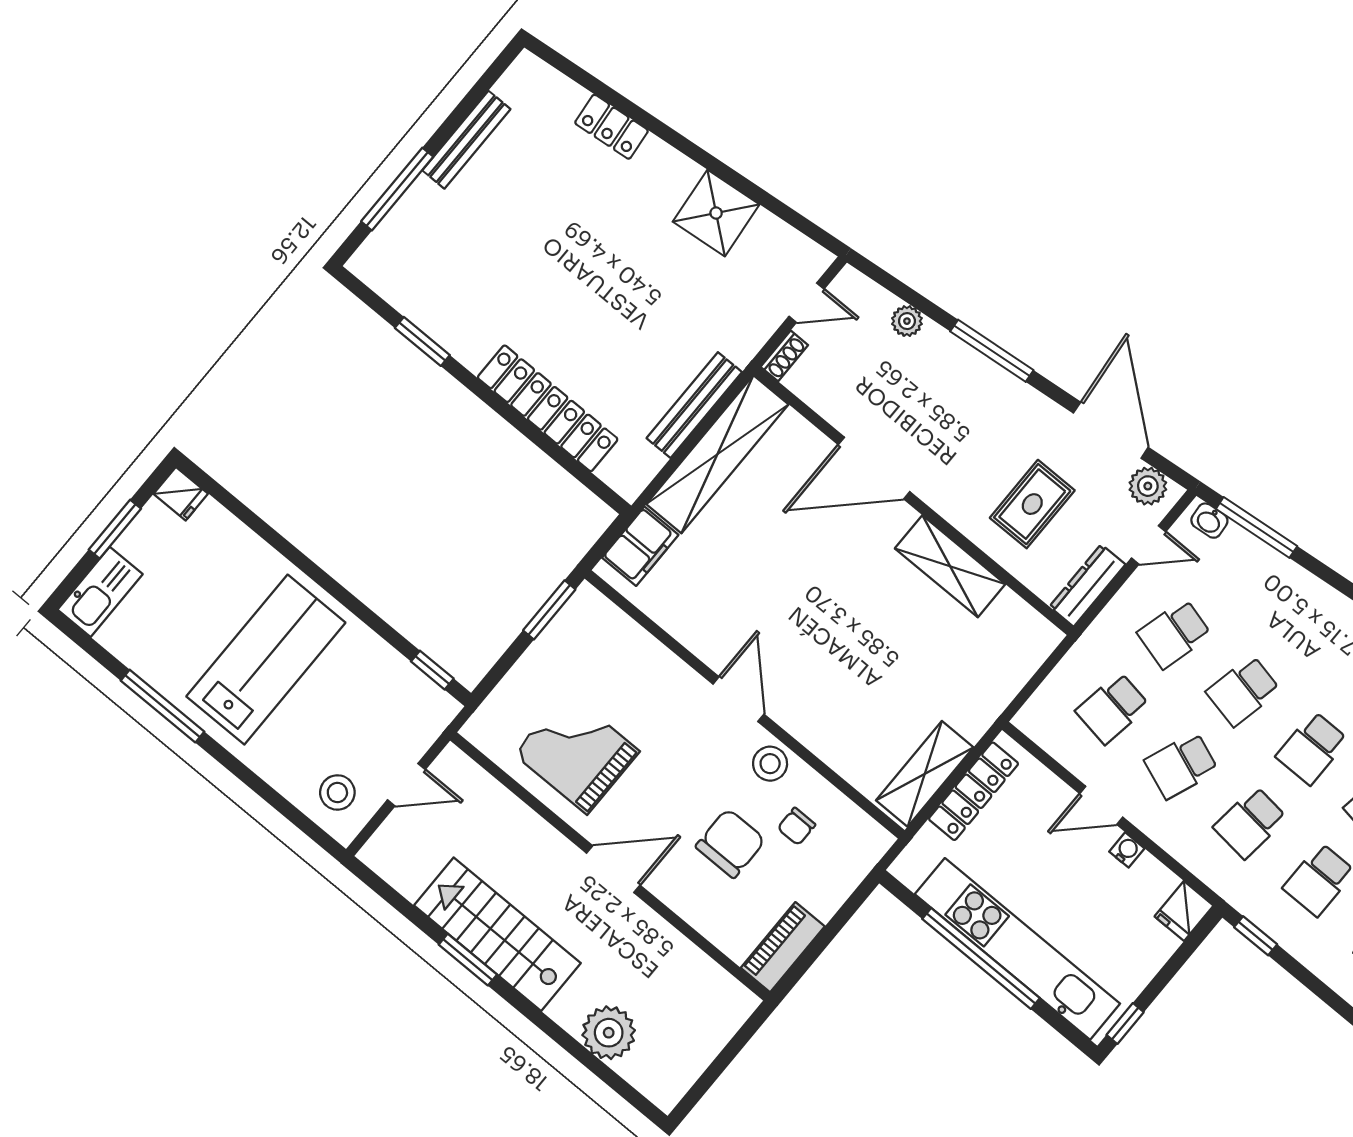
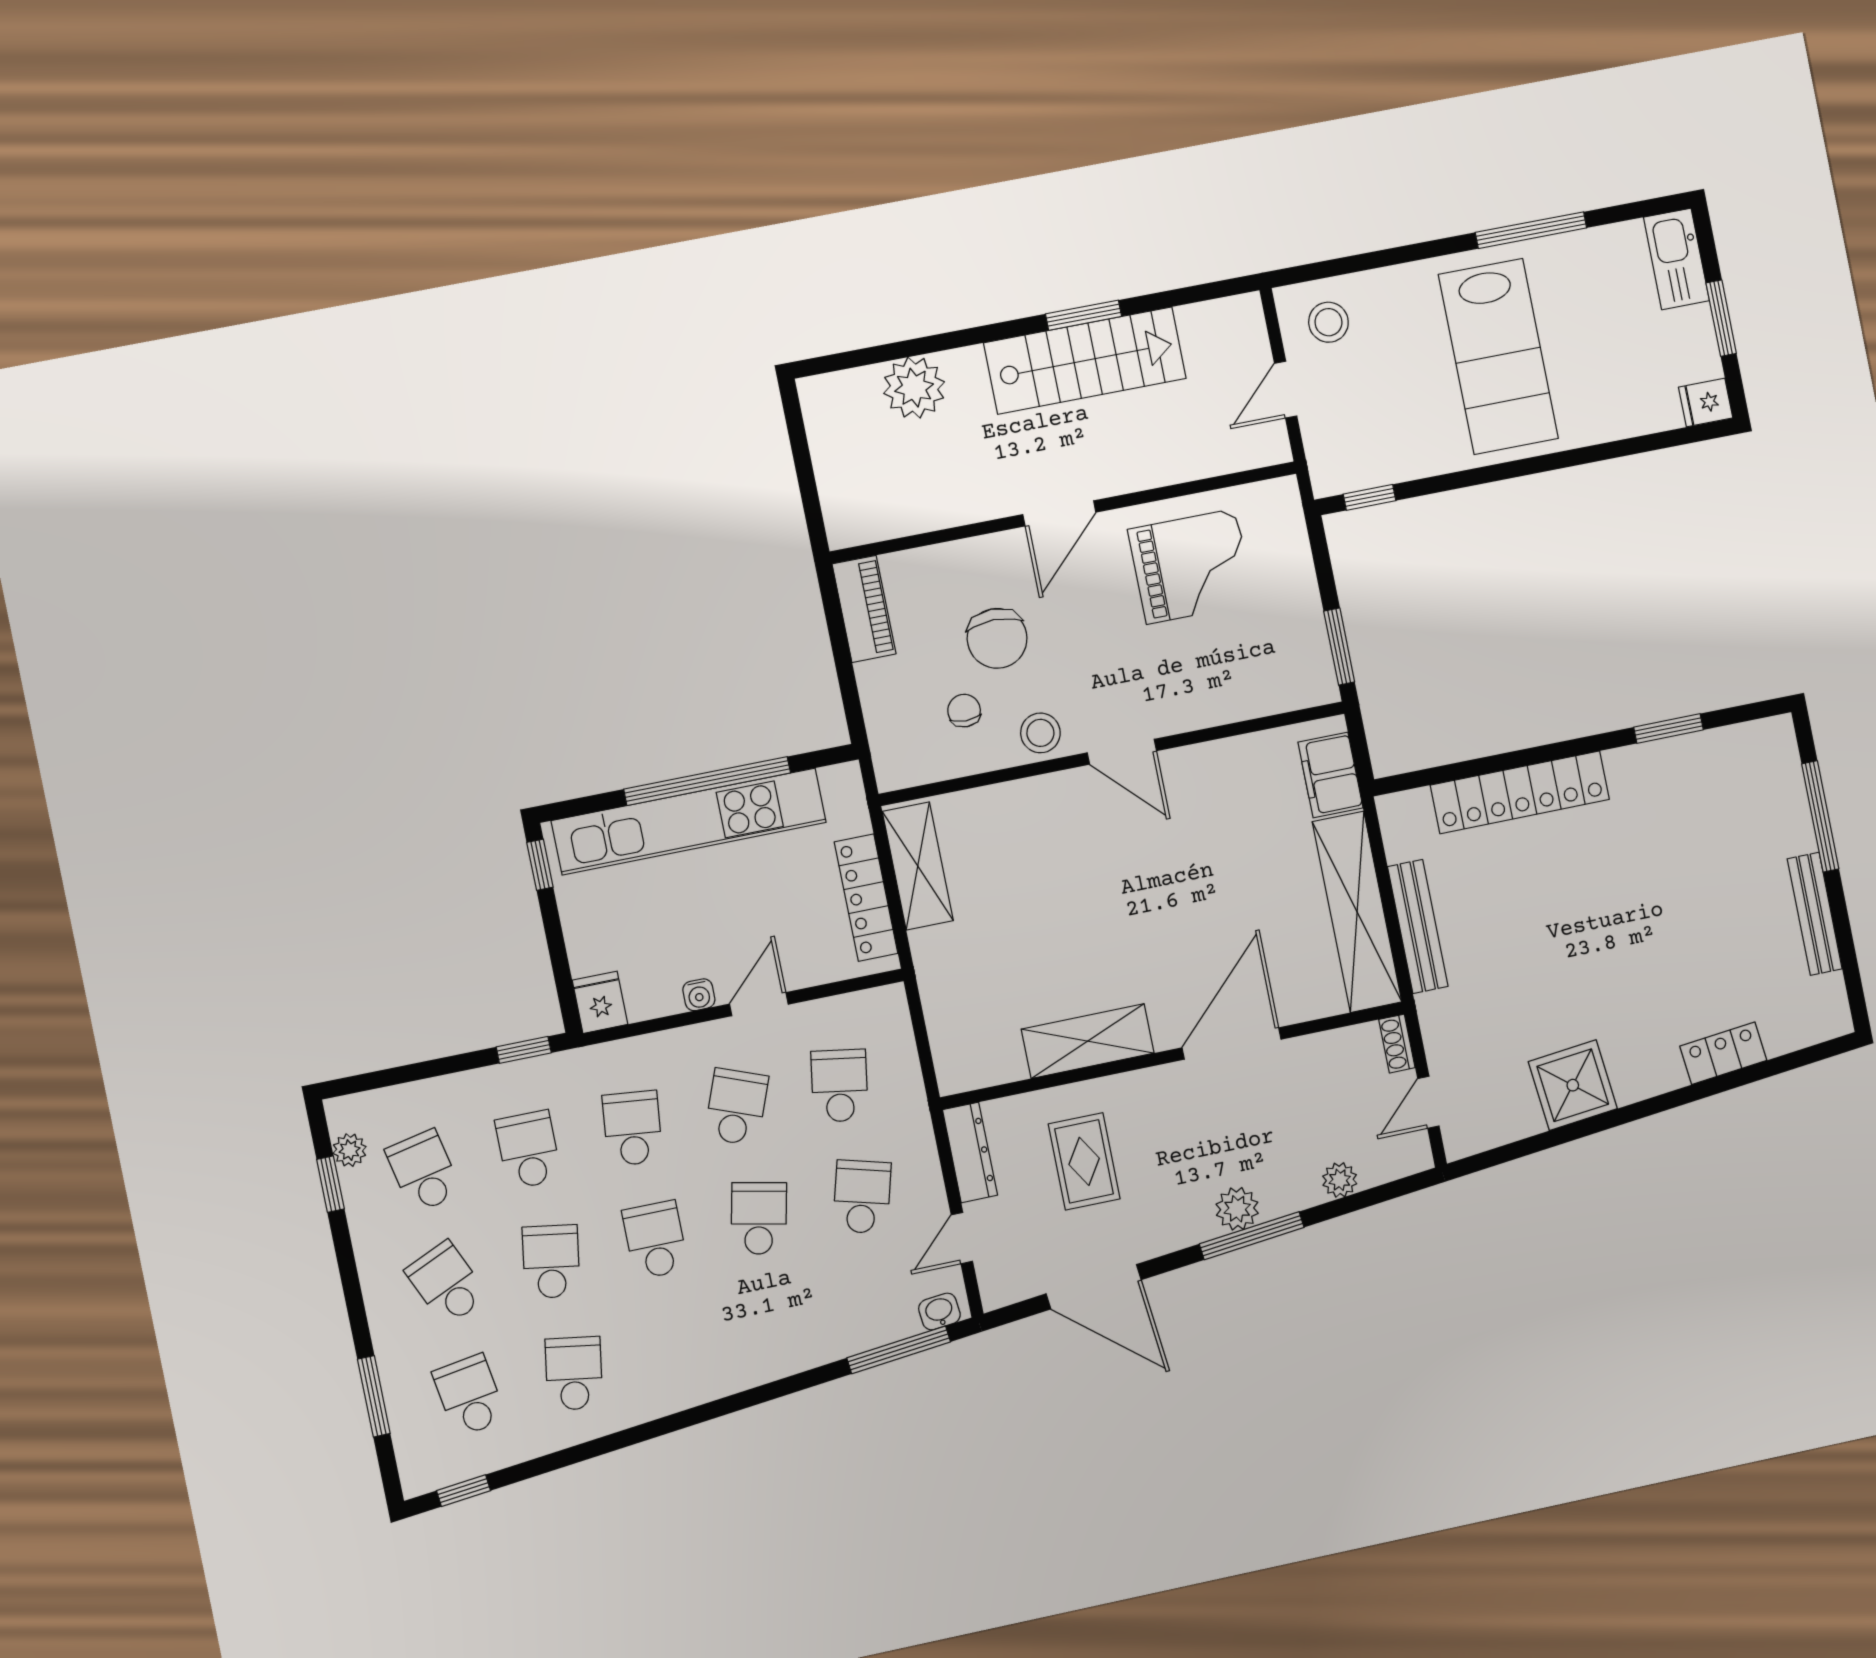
plant: (1148, 486) -> (1237, 1209), moved

